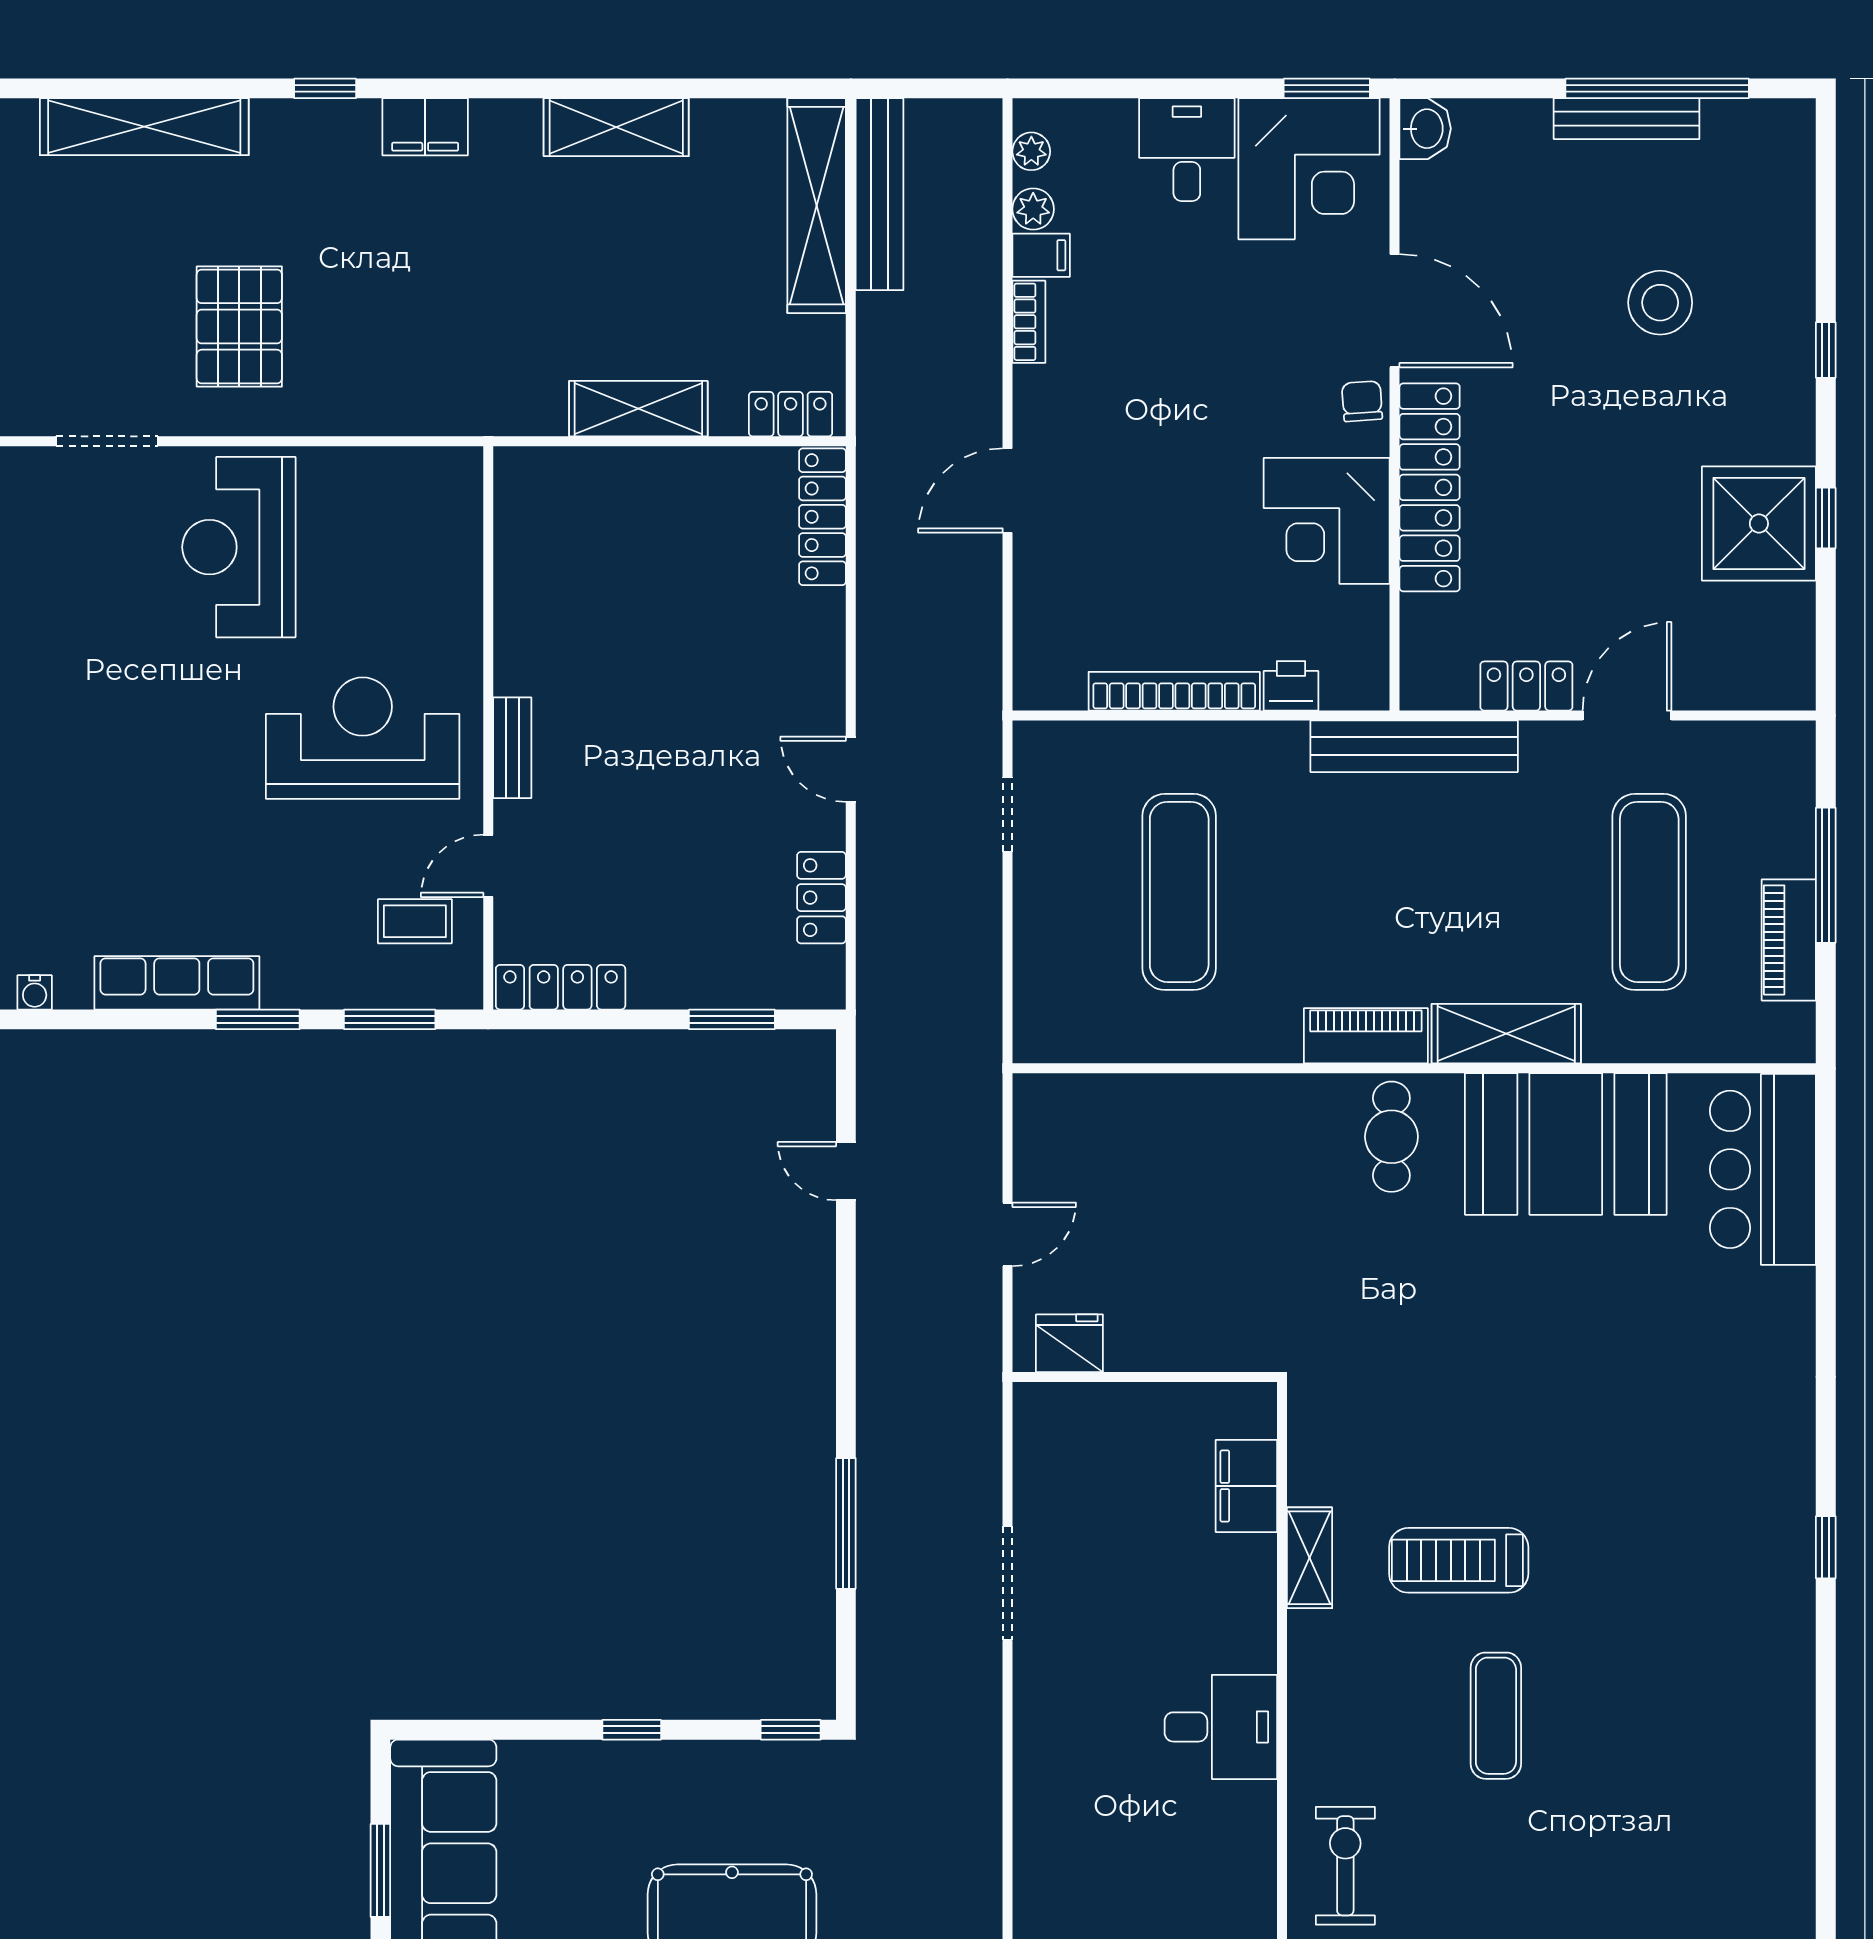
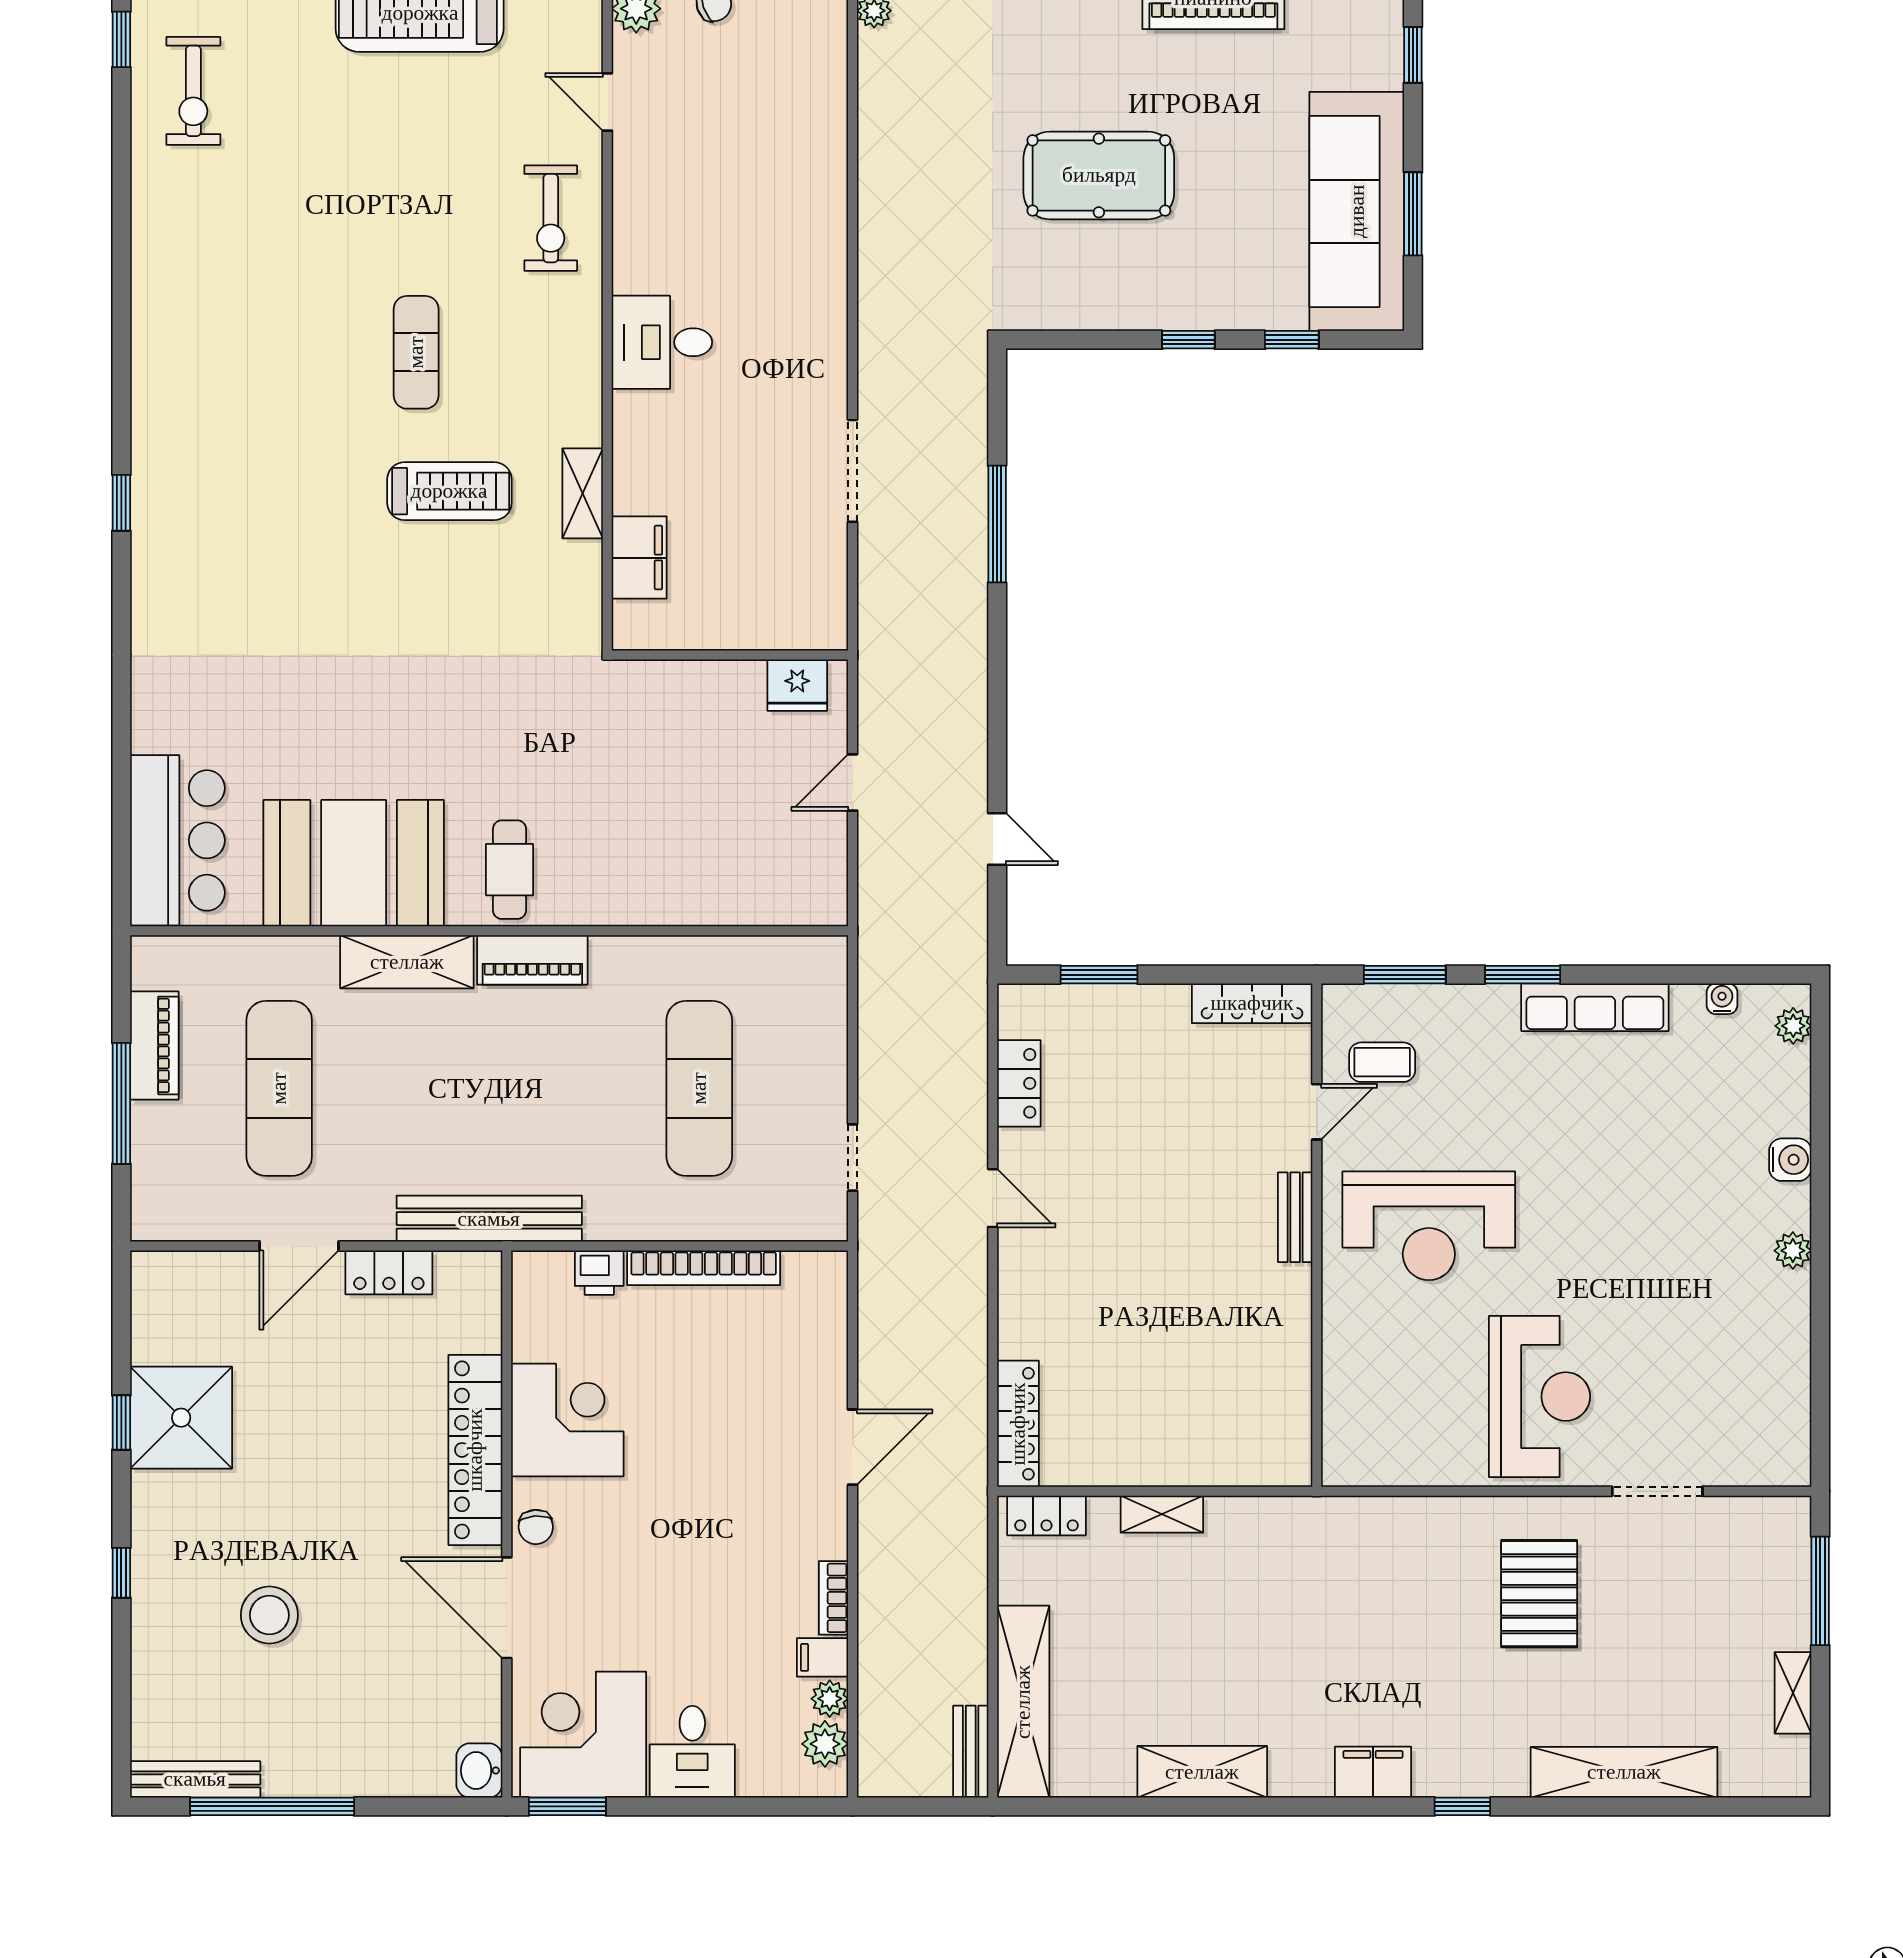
bench: (1627, 119) -> (195, 1779), moved
plant: (1031, 151) -> (825, 1744), width x1.38, depth x1.38
bench: (880, 194) -> (971, 1752), width x0.54, depth x0.82
shelving: (638, 409) -> (1162, 1514), width x0.67, depth x0.75
window: (791, 1730) -> (1292, 340), moved

